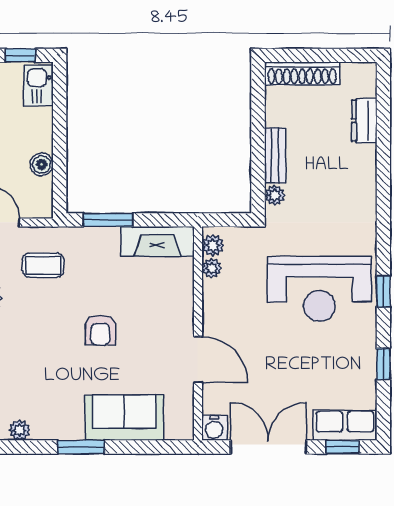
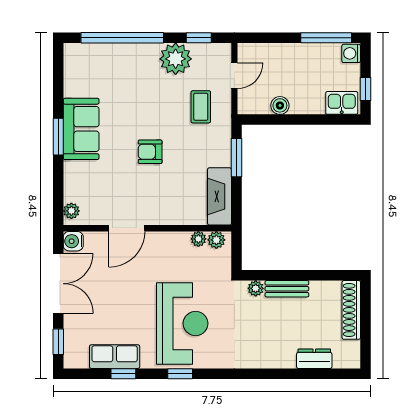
reception desk: (319, 289) -> (182, 323), turned 180
sofa: (124, 418) -> (81, 129), moved
row of seats: (345, 425) -> (115, 357), moved, turned -90
plant: (20, 430) -> (71, 211), moved

